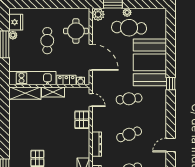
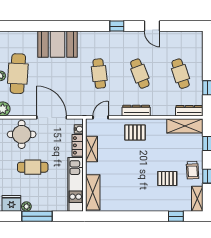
door: (91, 57) -> (52, 117), hinge flipped
booth: (150, 62) -> (58, 44), width x0.73, depth x0.70
window: (171, 84) -> (117, 26), moved
shelving: (53, 92) -> (91, 149), moved
pallet: (82, 120) -> (135, 133), moved
dresser: (97, 144) -> (136, 111), moved

